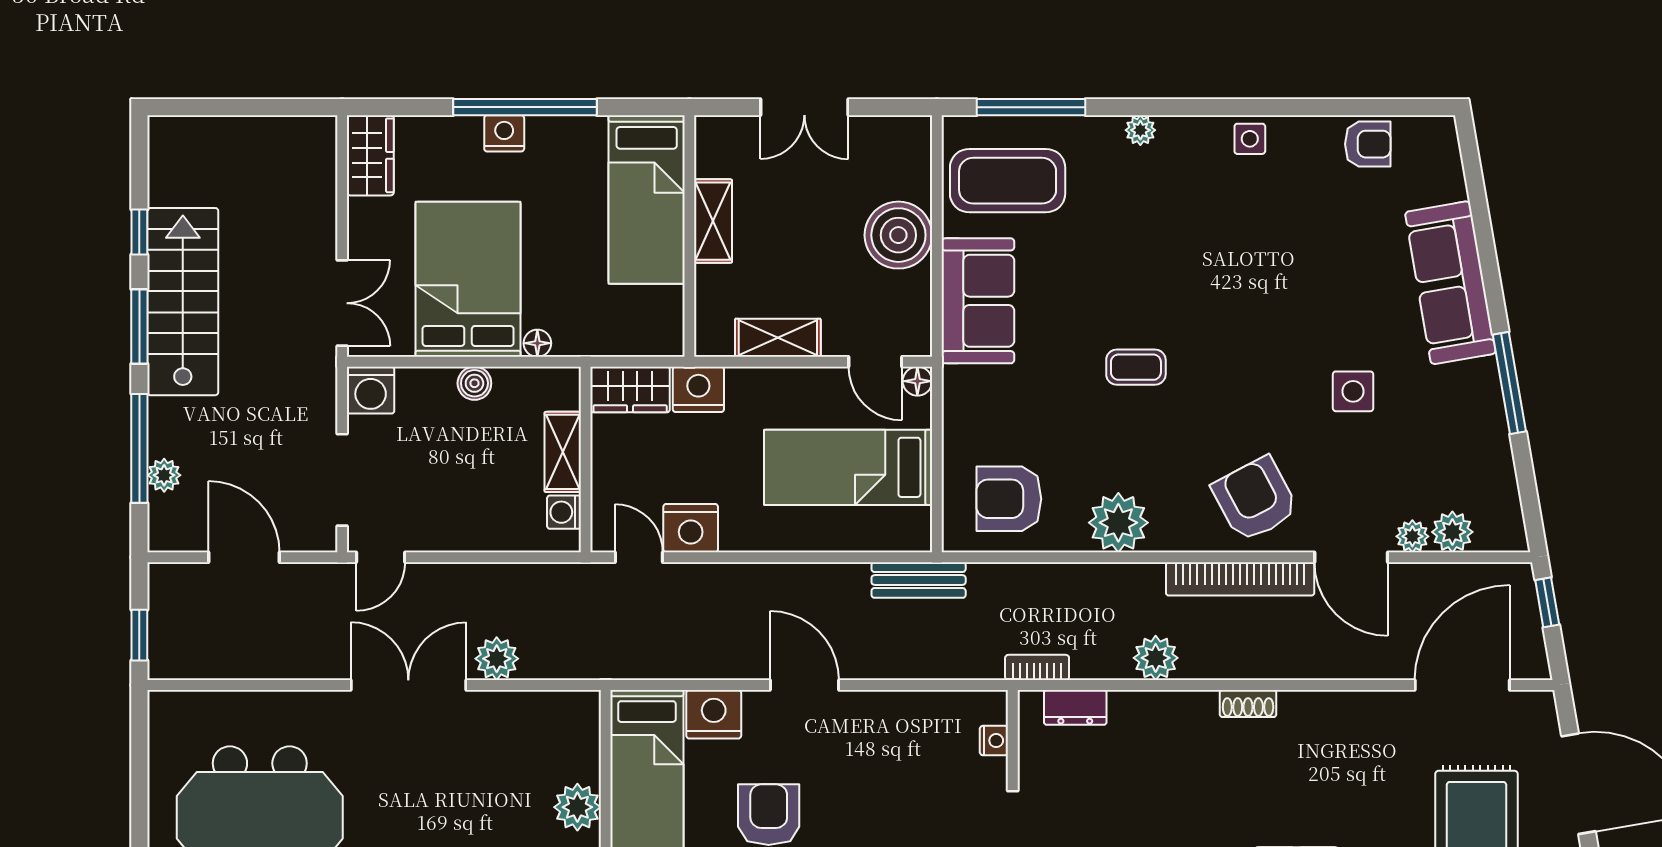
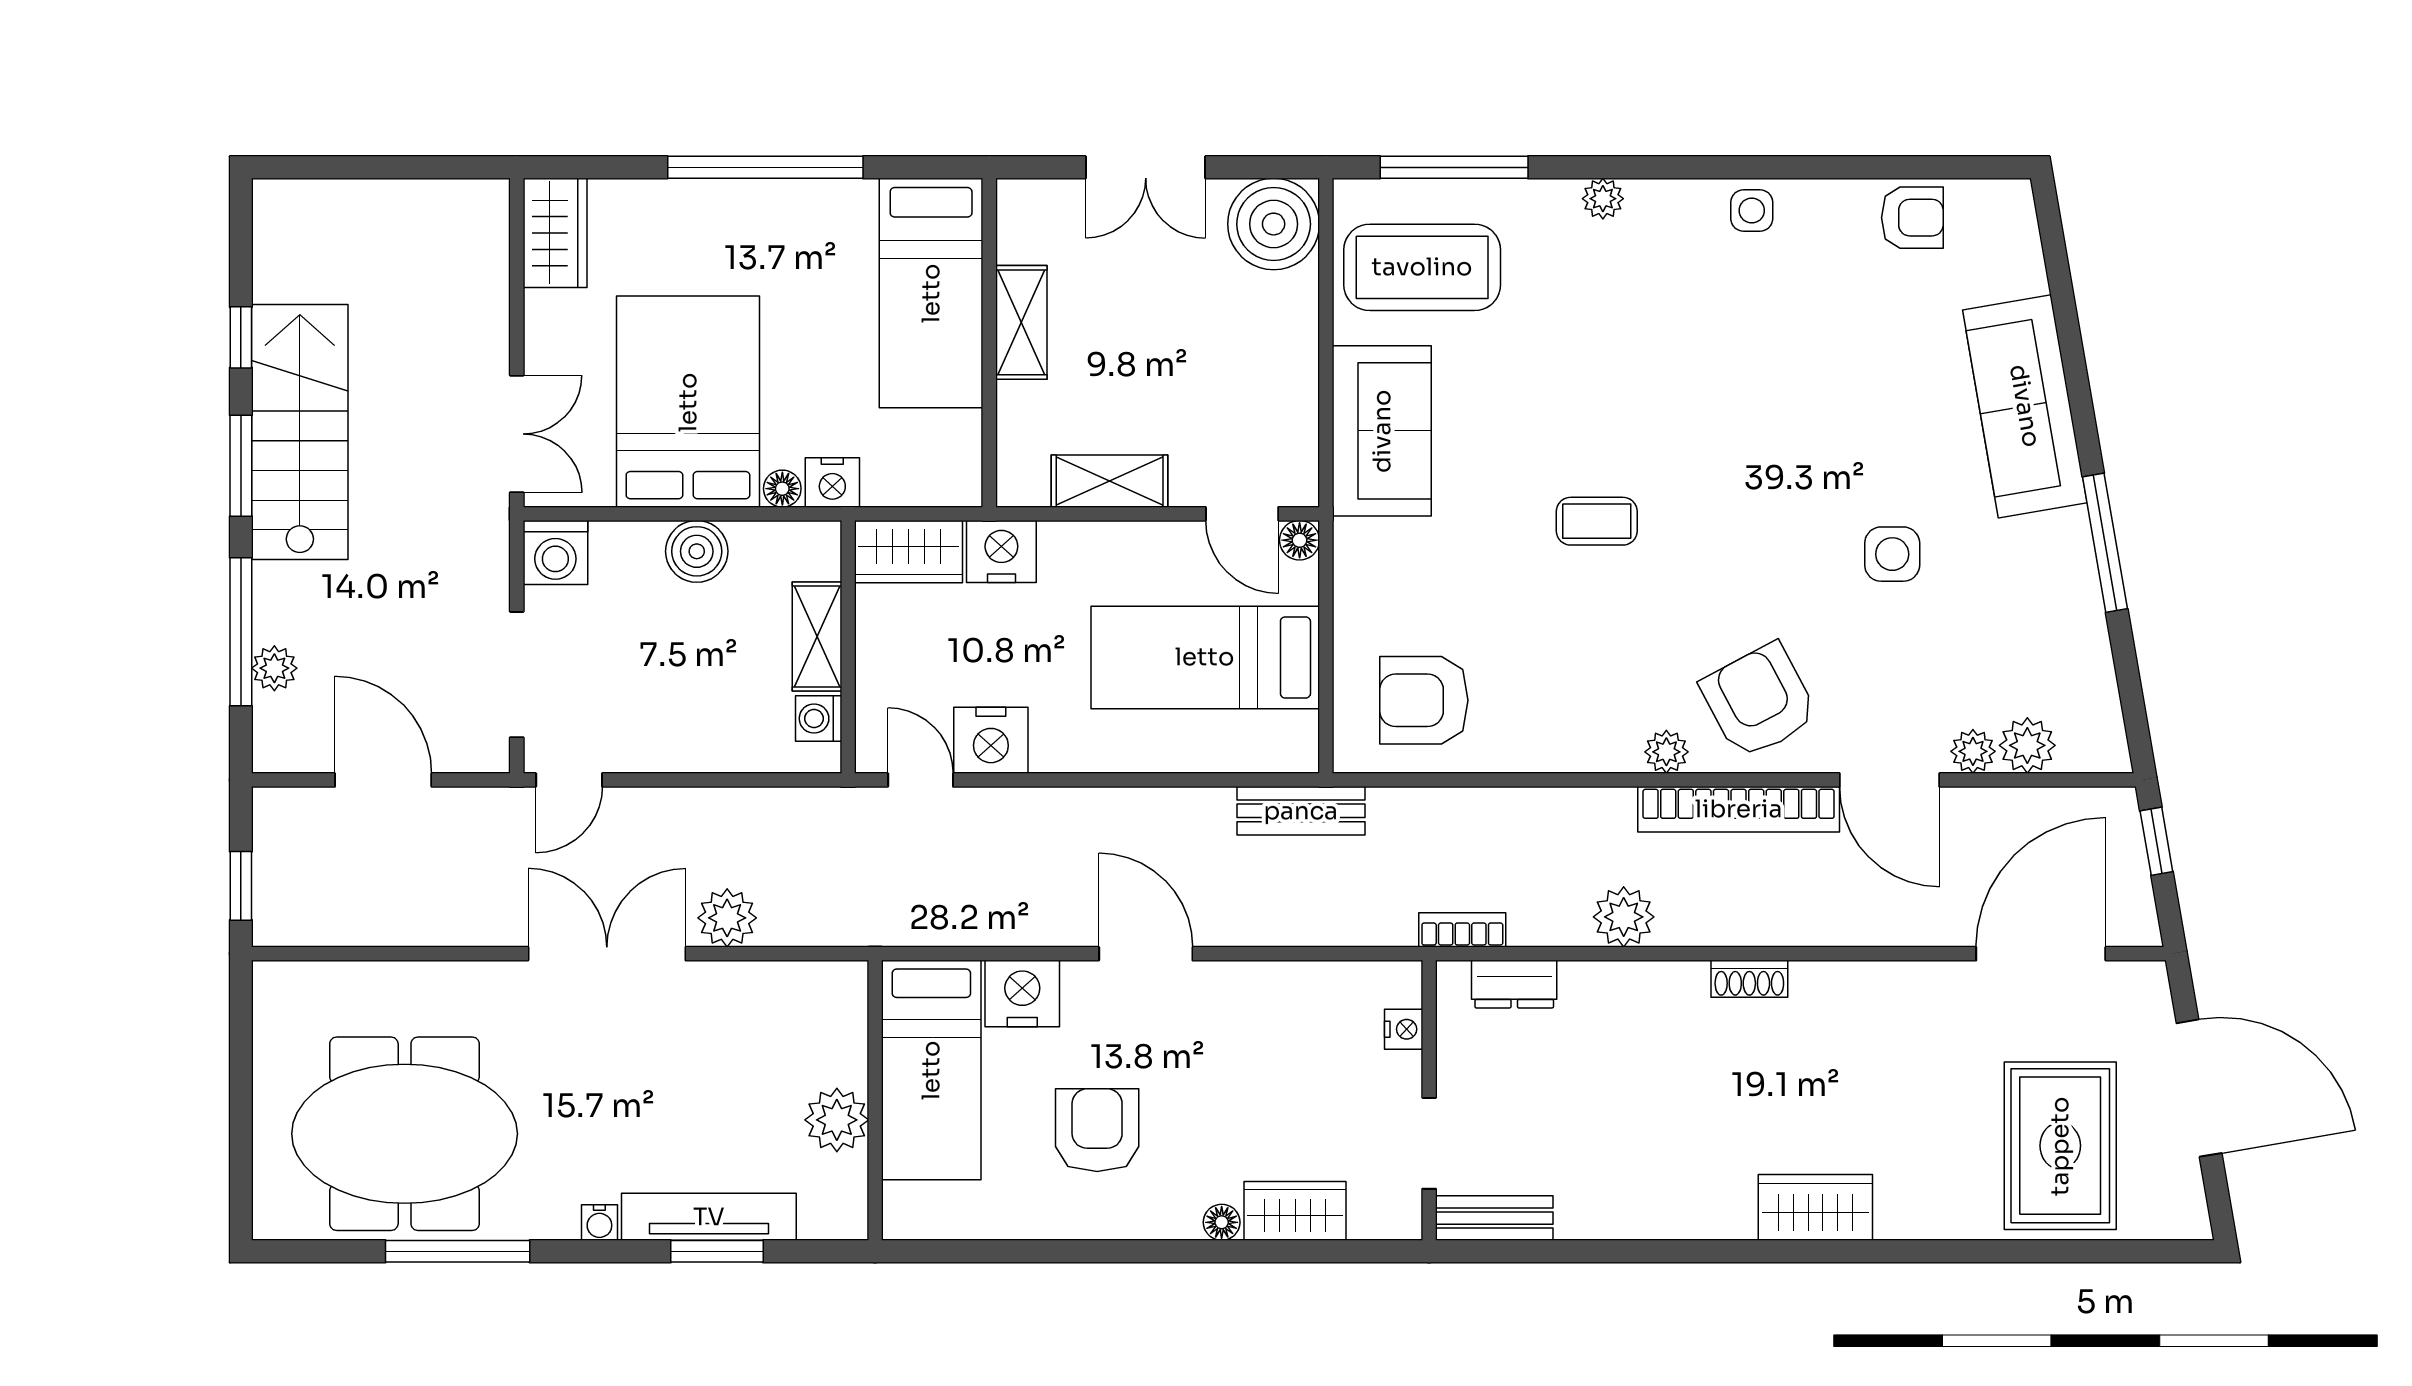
nightstand: (504, 133) -> (832, 482), moved, turned 180
boiler: (898, 235) -> (1274, 224), moved
boiler: (474, 383) -> (697, 551), width x1.36, depth x1.36
plant: (1118, 523) -> (1666, 752), moved, width x0.53, depth x0.53

